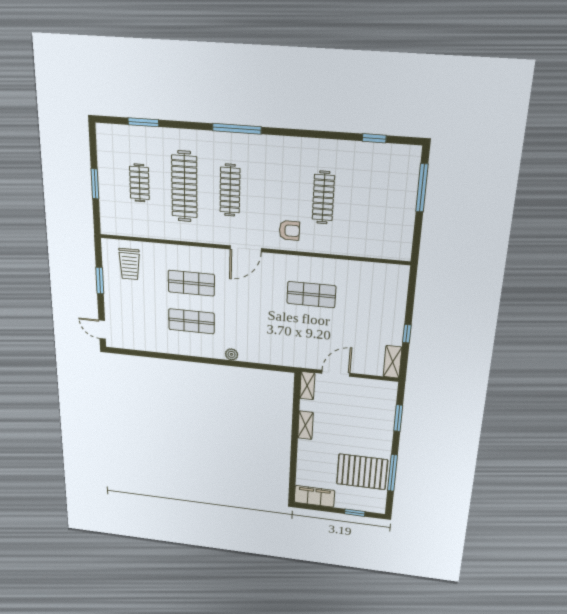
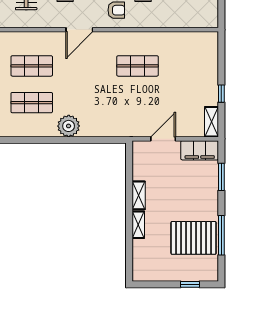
plant: (232, 354) -> (69, 126), width x1.88, depth x1.88
shelving: (307, 386) -> (138, 225), moved
filing cabinet: (314, 496) -> (200, 150), moved, turned 180

